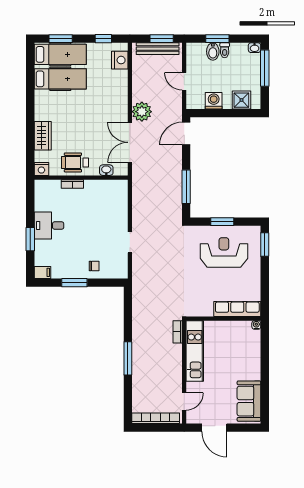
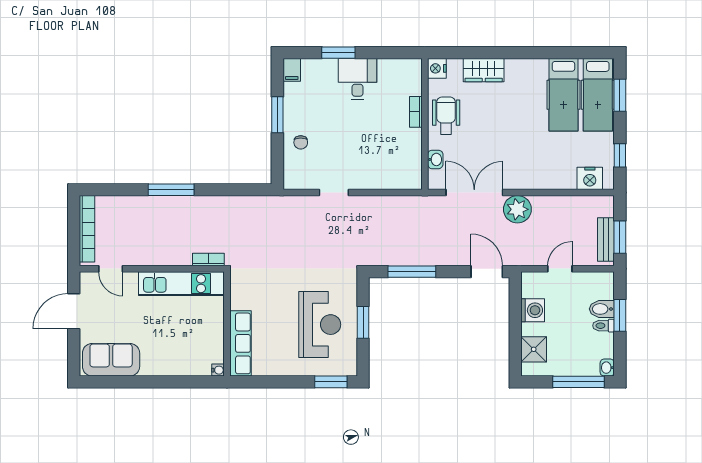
bench: (158, 49) -> (606, 239), width x0.73

